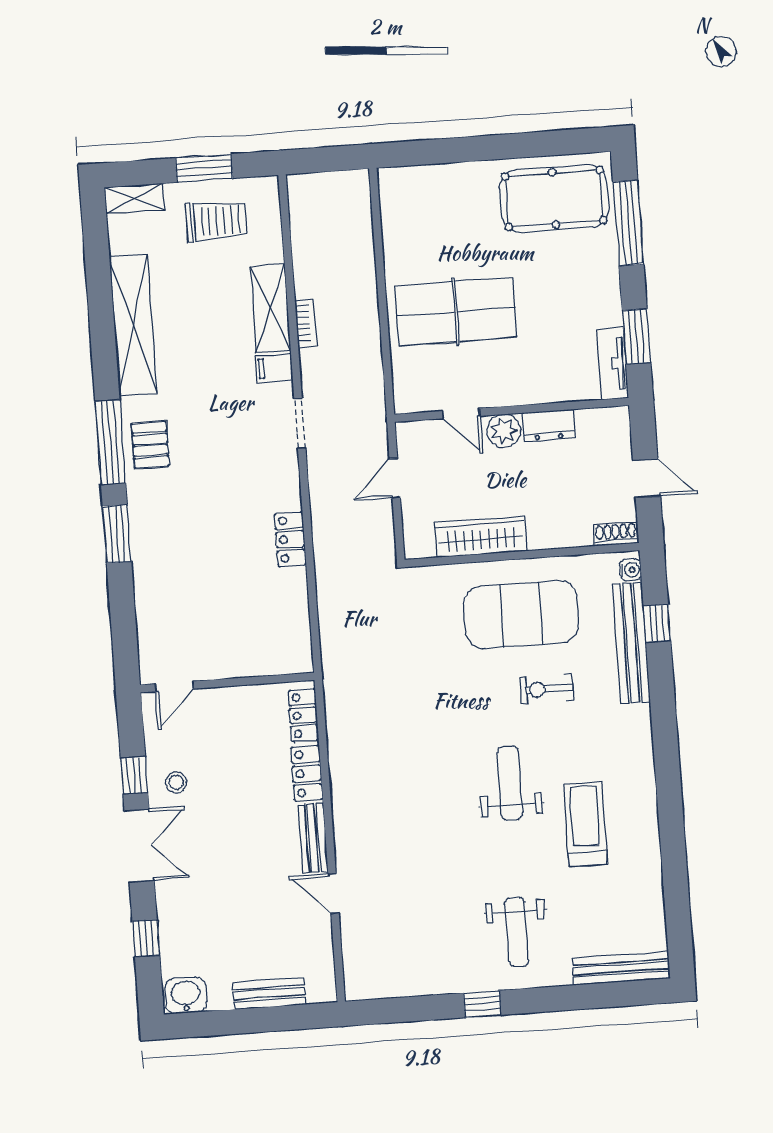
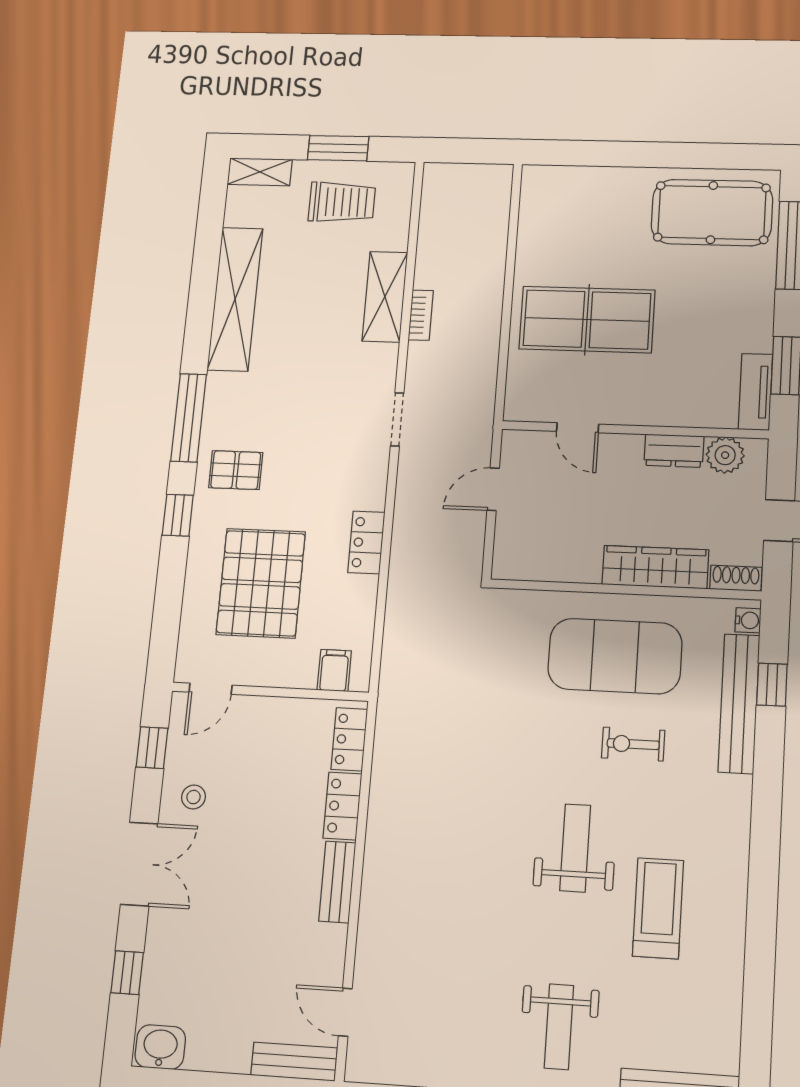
filing cabinet: (274, 368) -> (334, 670), moved, turned 90
plant: (504, 431) -> (725, 455), moved
pallet: (150, 445) -> (236, 470), moved, turned 90
window: (117, 534) -> (178, 515), width x0.67
wardrobe: (481, 537) -> (655, 567), moved
pallet: (203, 587) -> (261, 583), added
window: (134, 775) -> (152, 748), moved
door: (334, 893) -> (345, 1012), moved
bench: (269, 993) -> (294, 1062), moved

